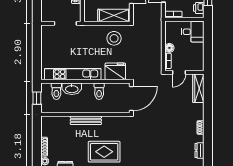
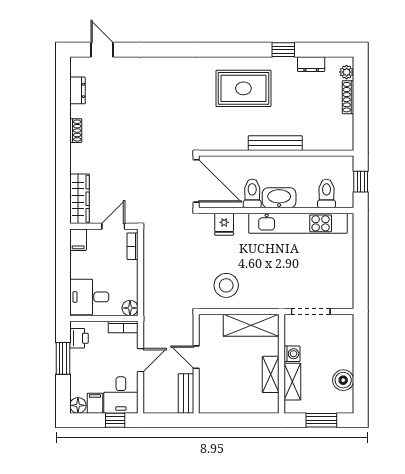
shelving: (114, 15) -> (251, 325), moved
floor lamp: (169, 48) -> (130, 308), moved
filing cabinet: (199, 65) -> (78, 240), added
fridge: (115, 71) -> (224, 224), width x0.53, depth x0.75
washbasin: (72, 89) -> (279, 198), moved
door: (131, 98) -> (196, 181), swing flipped

